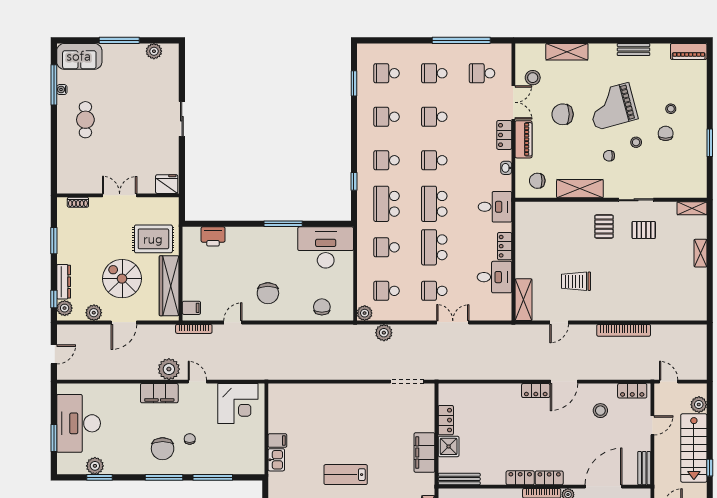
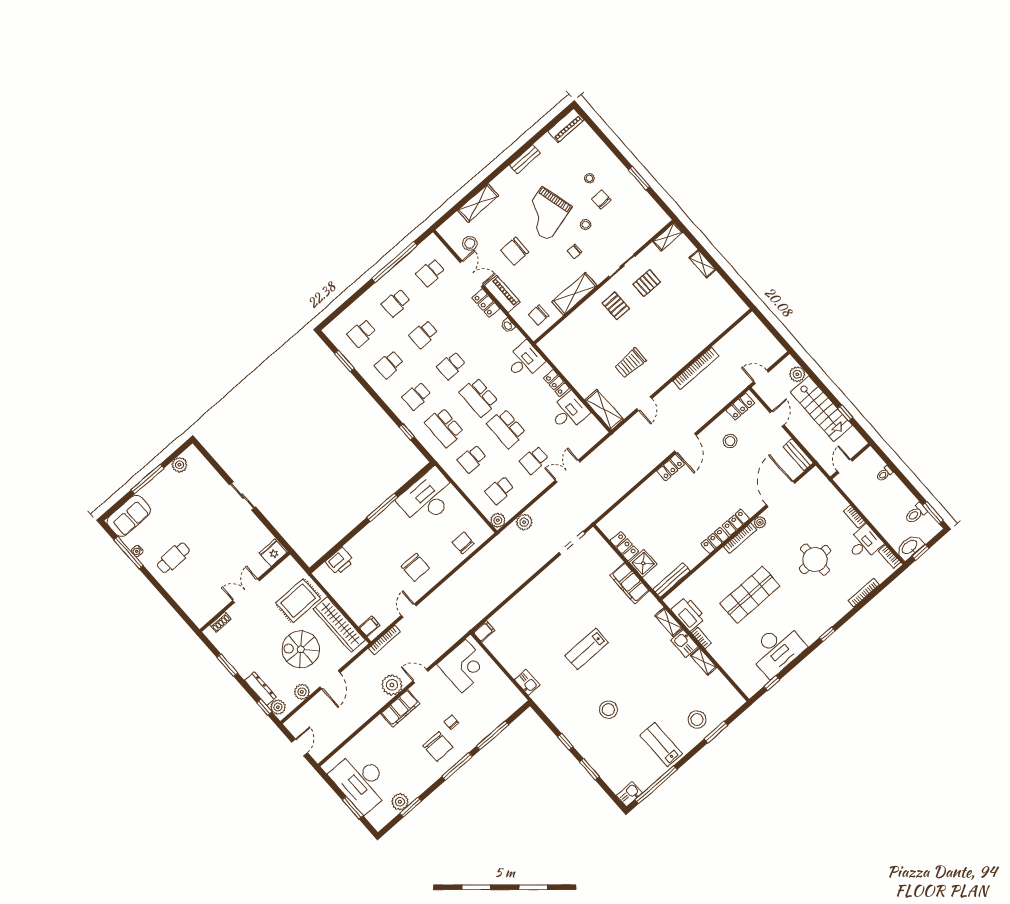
cafe table: (85, 120) -> (173, 558), turned 90
filing cabinet: (277, 441) -> (484, 631), moved

